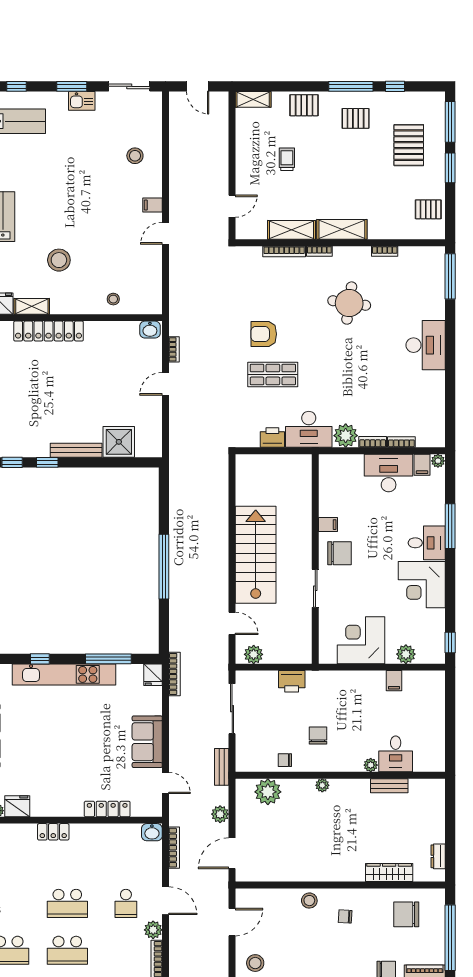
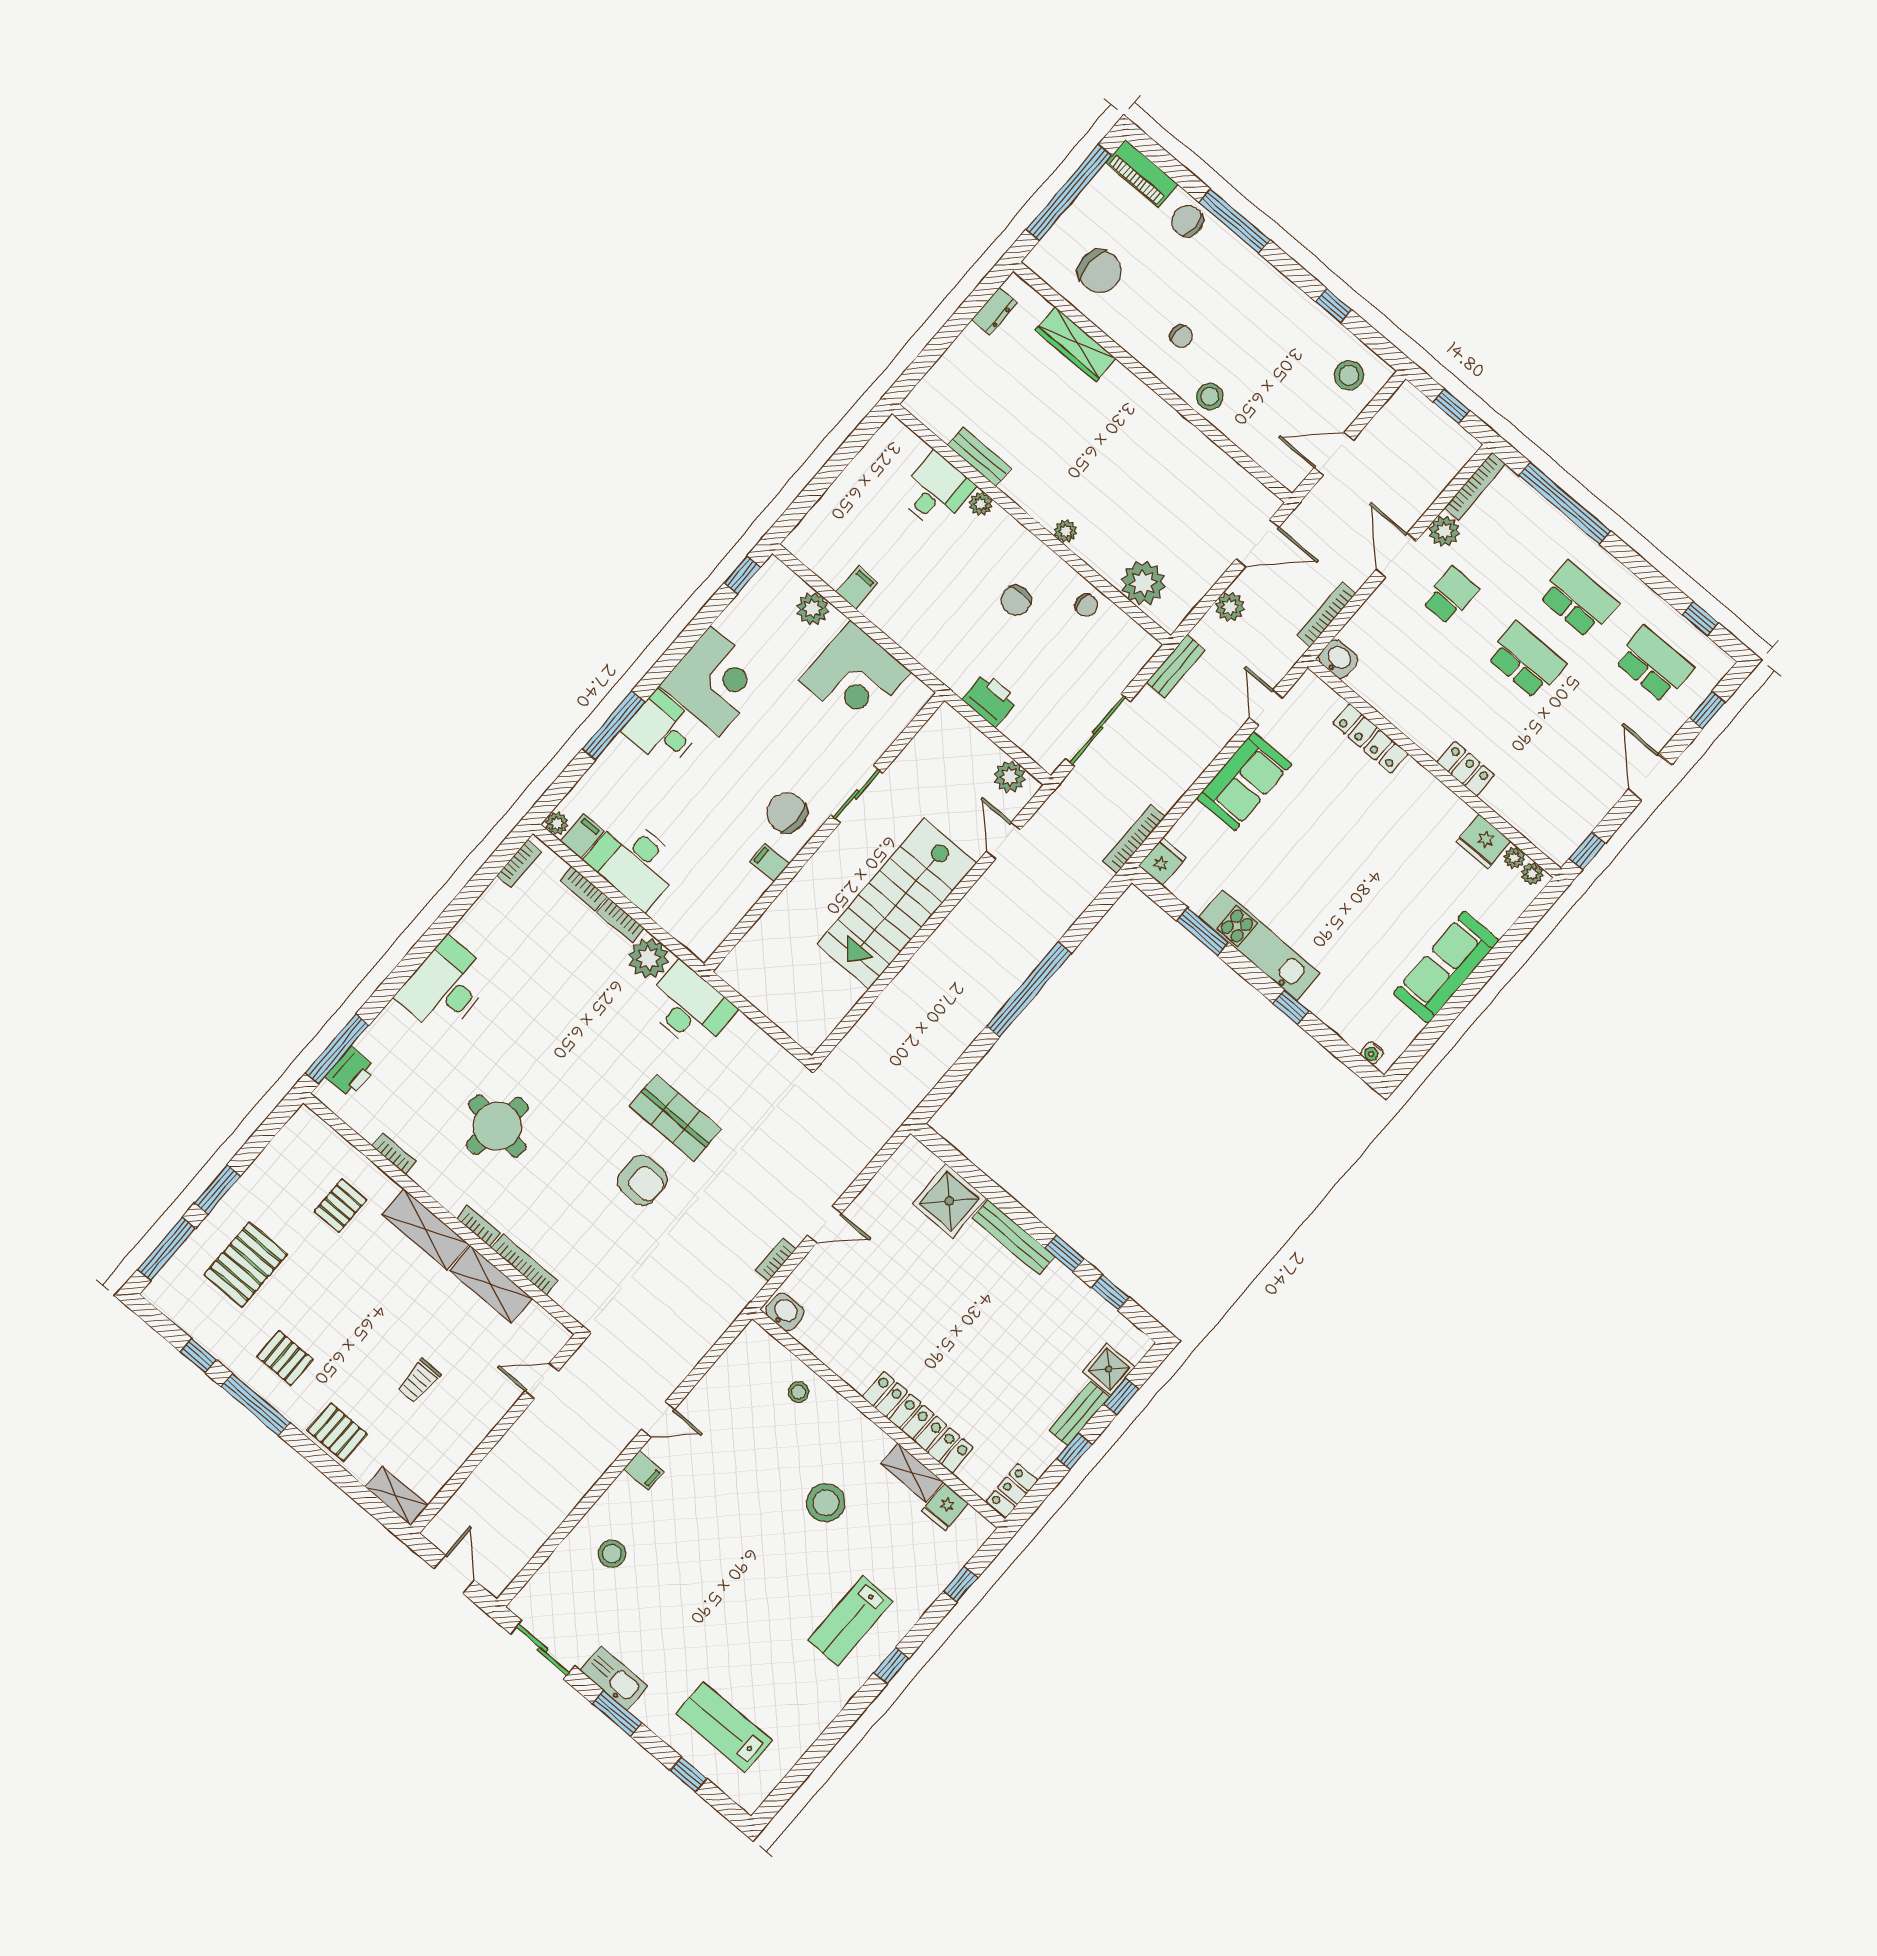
kitchen sink: (82, 101) -> (614, 1678), width x1.38
pallet: (428, 209) -> (340, 1206), moved, turned 90
bookcase: (439, 428) -> (519, 864), added
printer: (272, 438) -> (351, 1072), moved, turned -90
window: (108, 659) -> (1203, 932), width x0.69
kitchen unit: (64, 674) -> (1260, 945), width x0.73

